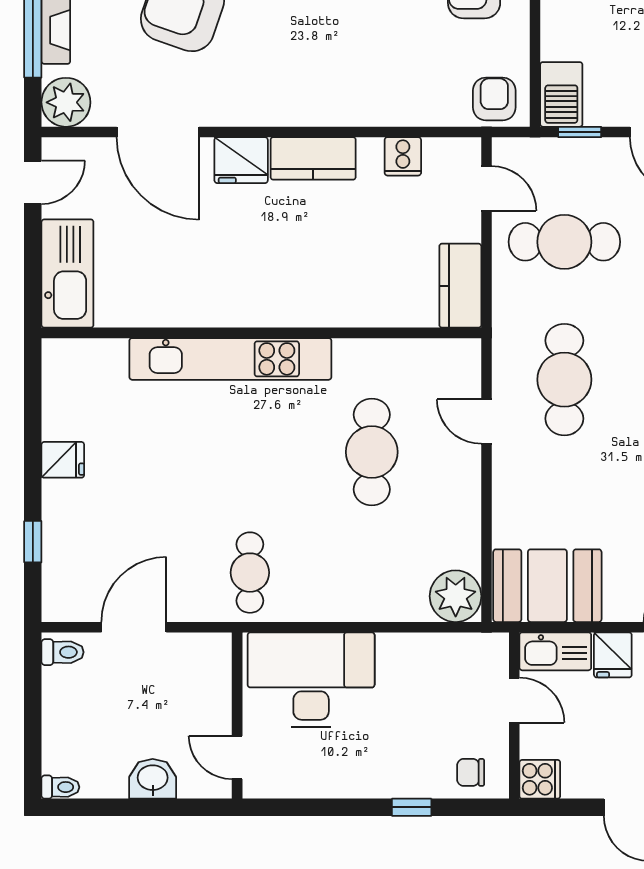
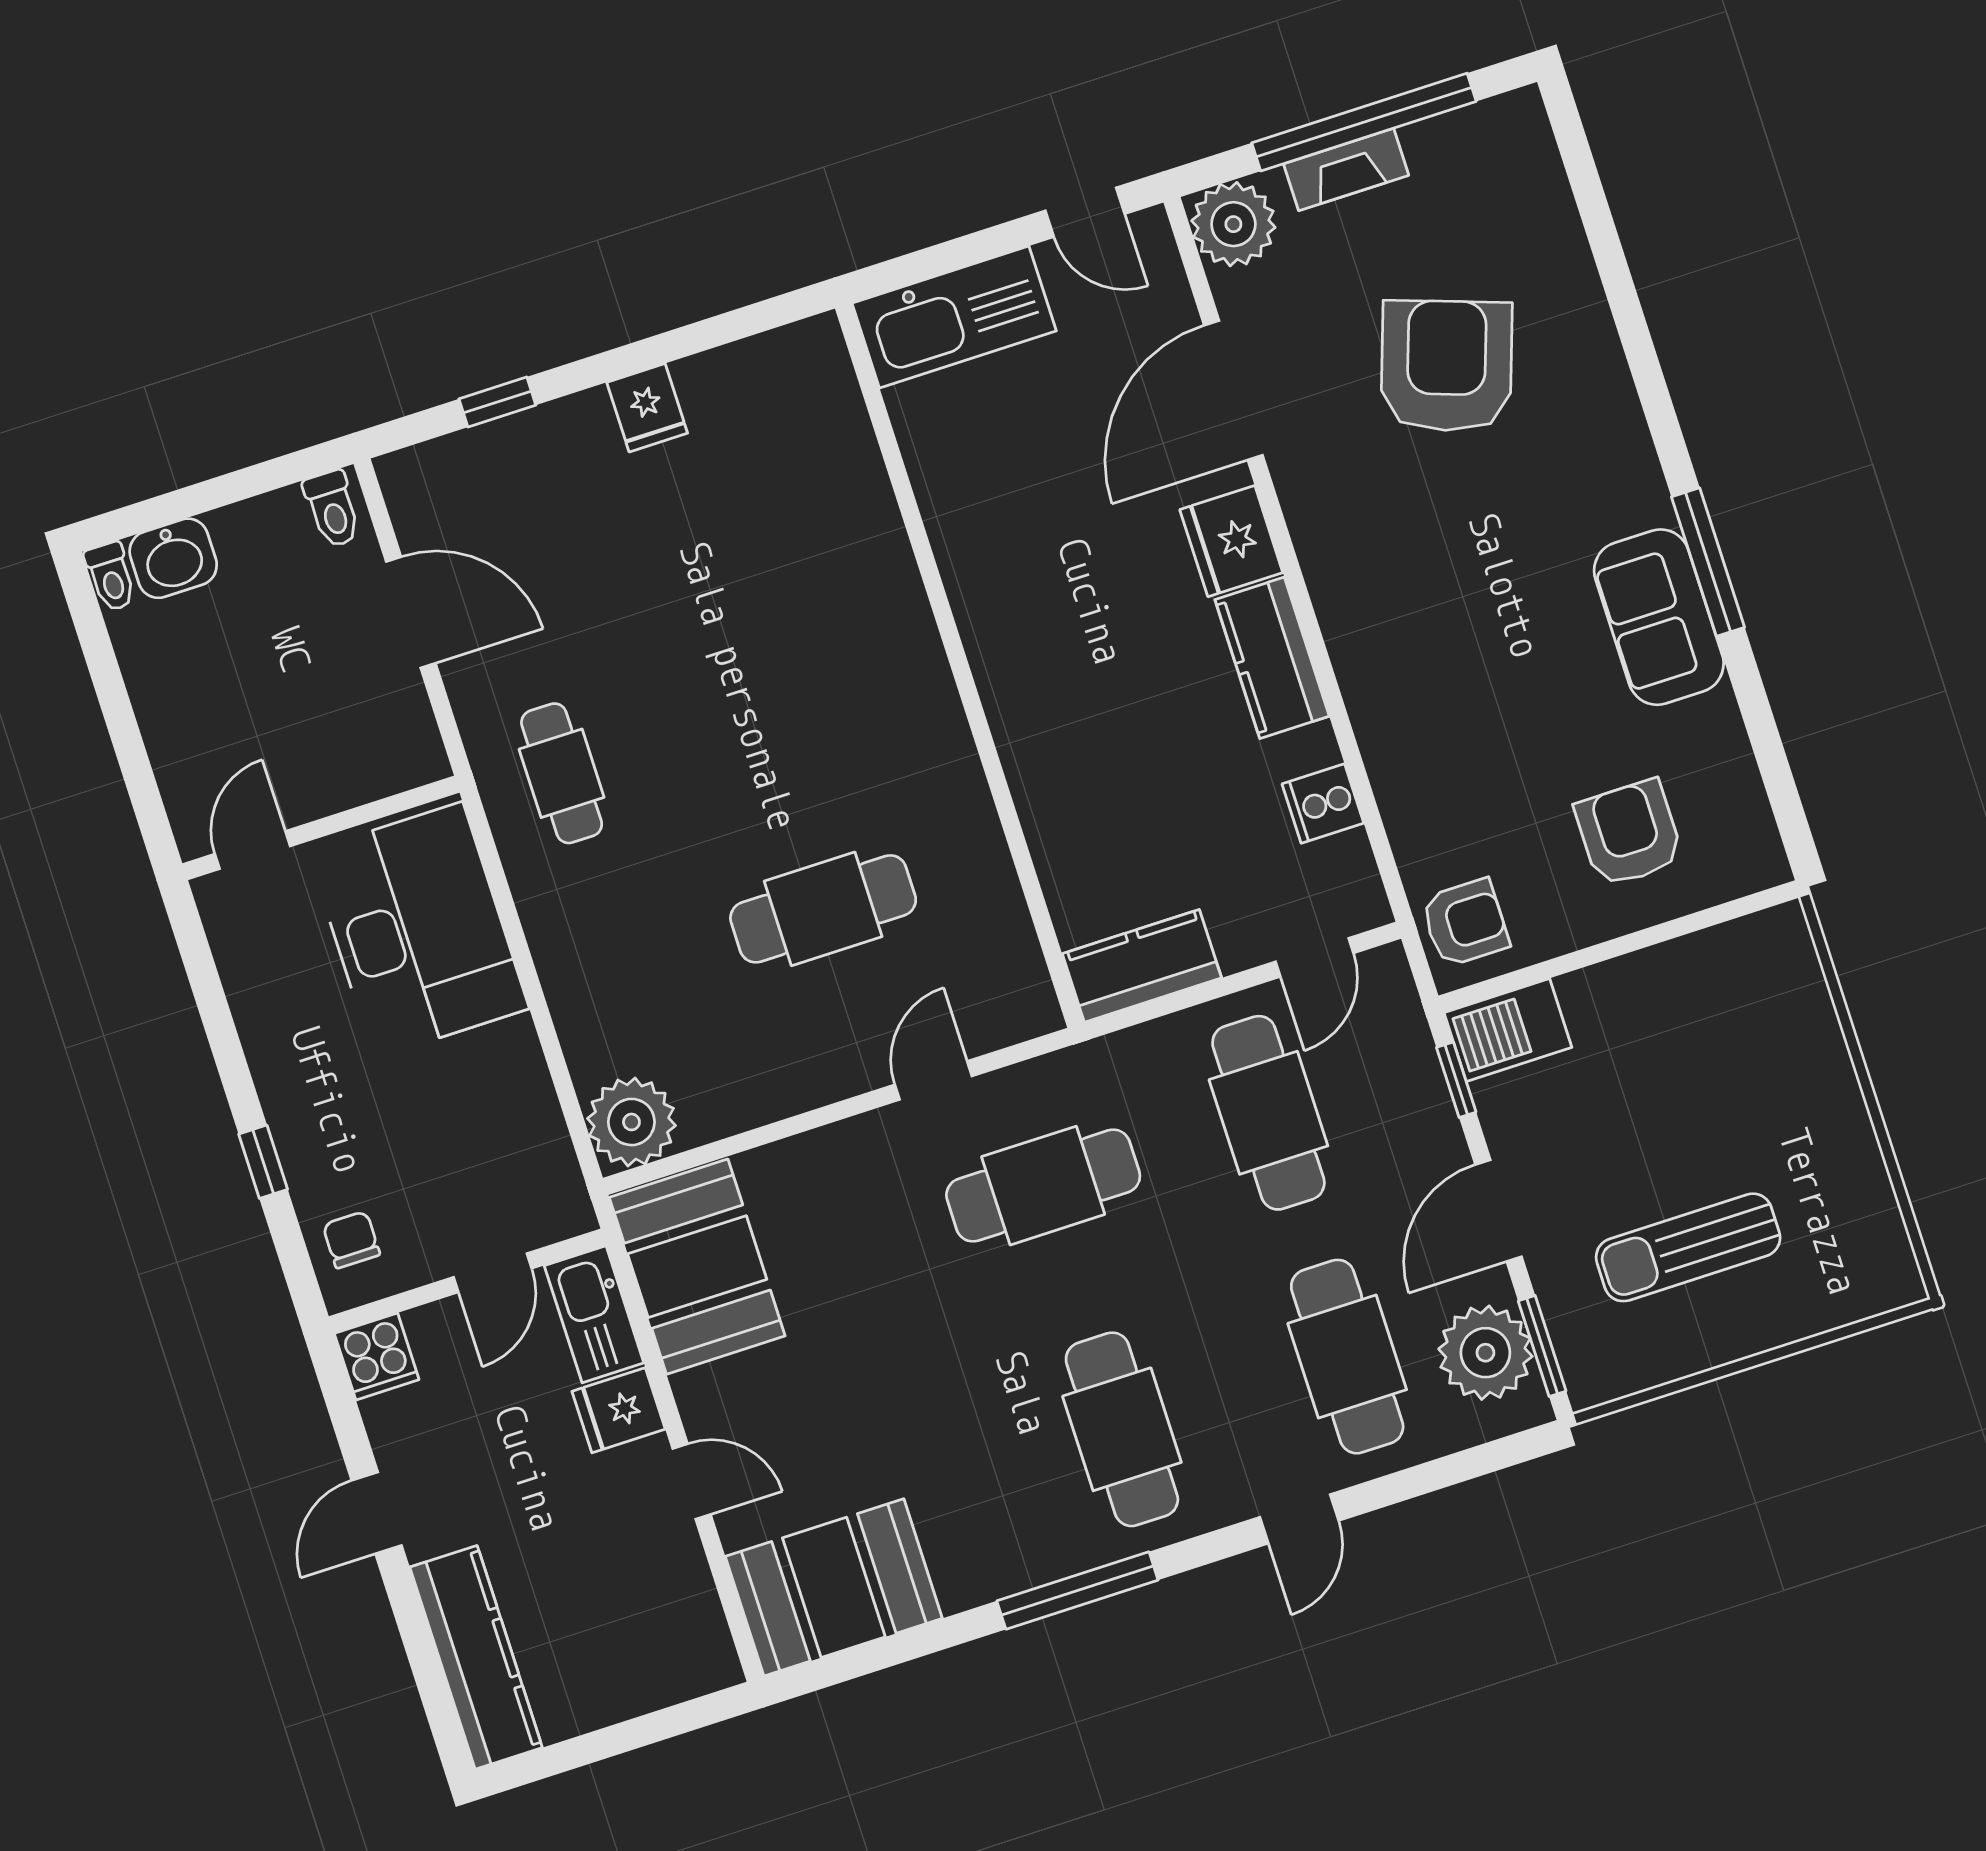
kitchen unit: (230, 359) -> (901, 629), removed
cafe table: (250, 573) -> (562, 773), turned 90
washbasin: (153, 779) -> (173, 558), moved, turned 90

